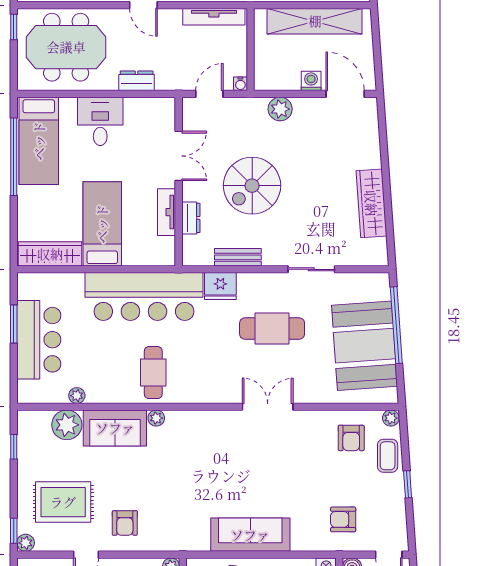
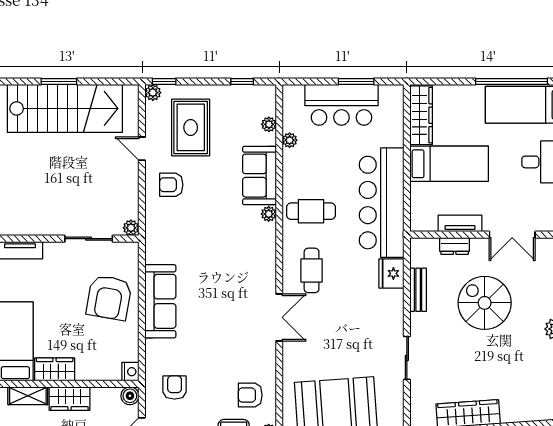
cafe table: (272, 329) -> (312, 270), moved, width x0.73, depth x0.74
plant: (67, 425) -> (269, 124), width x0.53, depth x0.53

